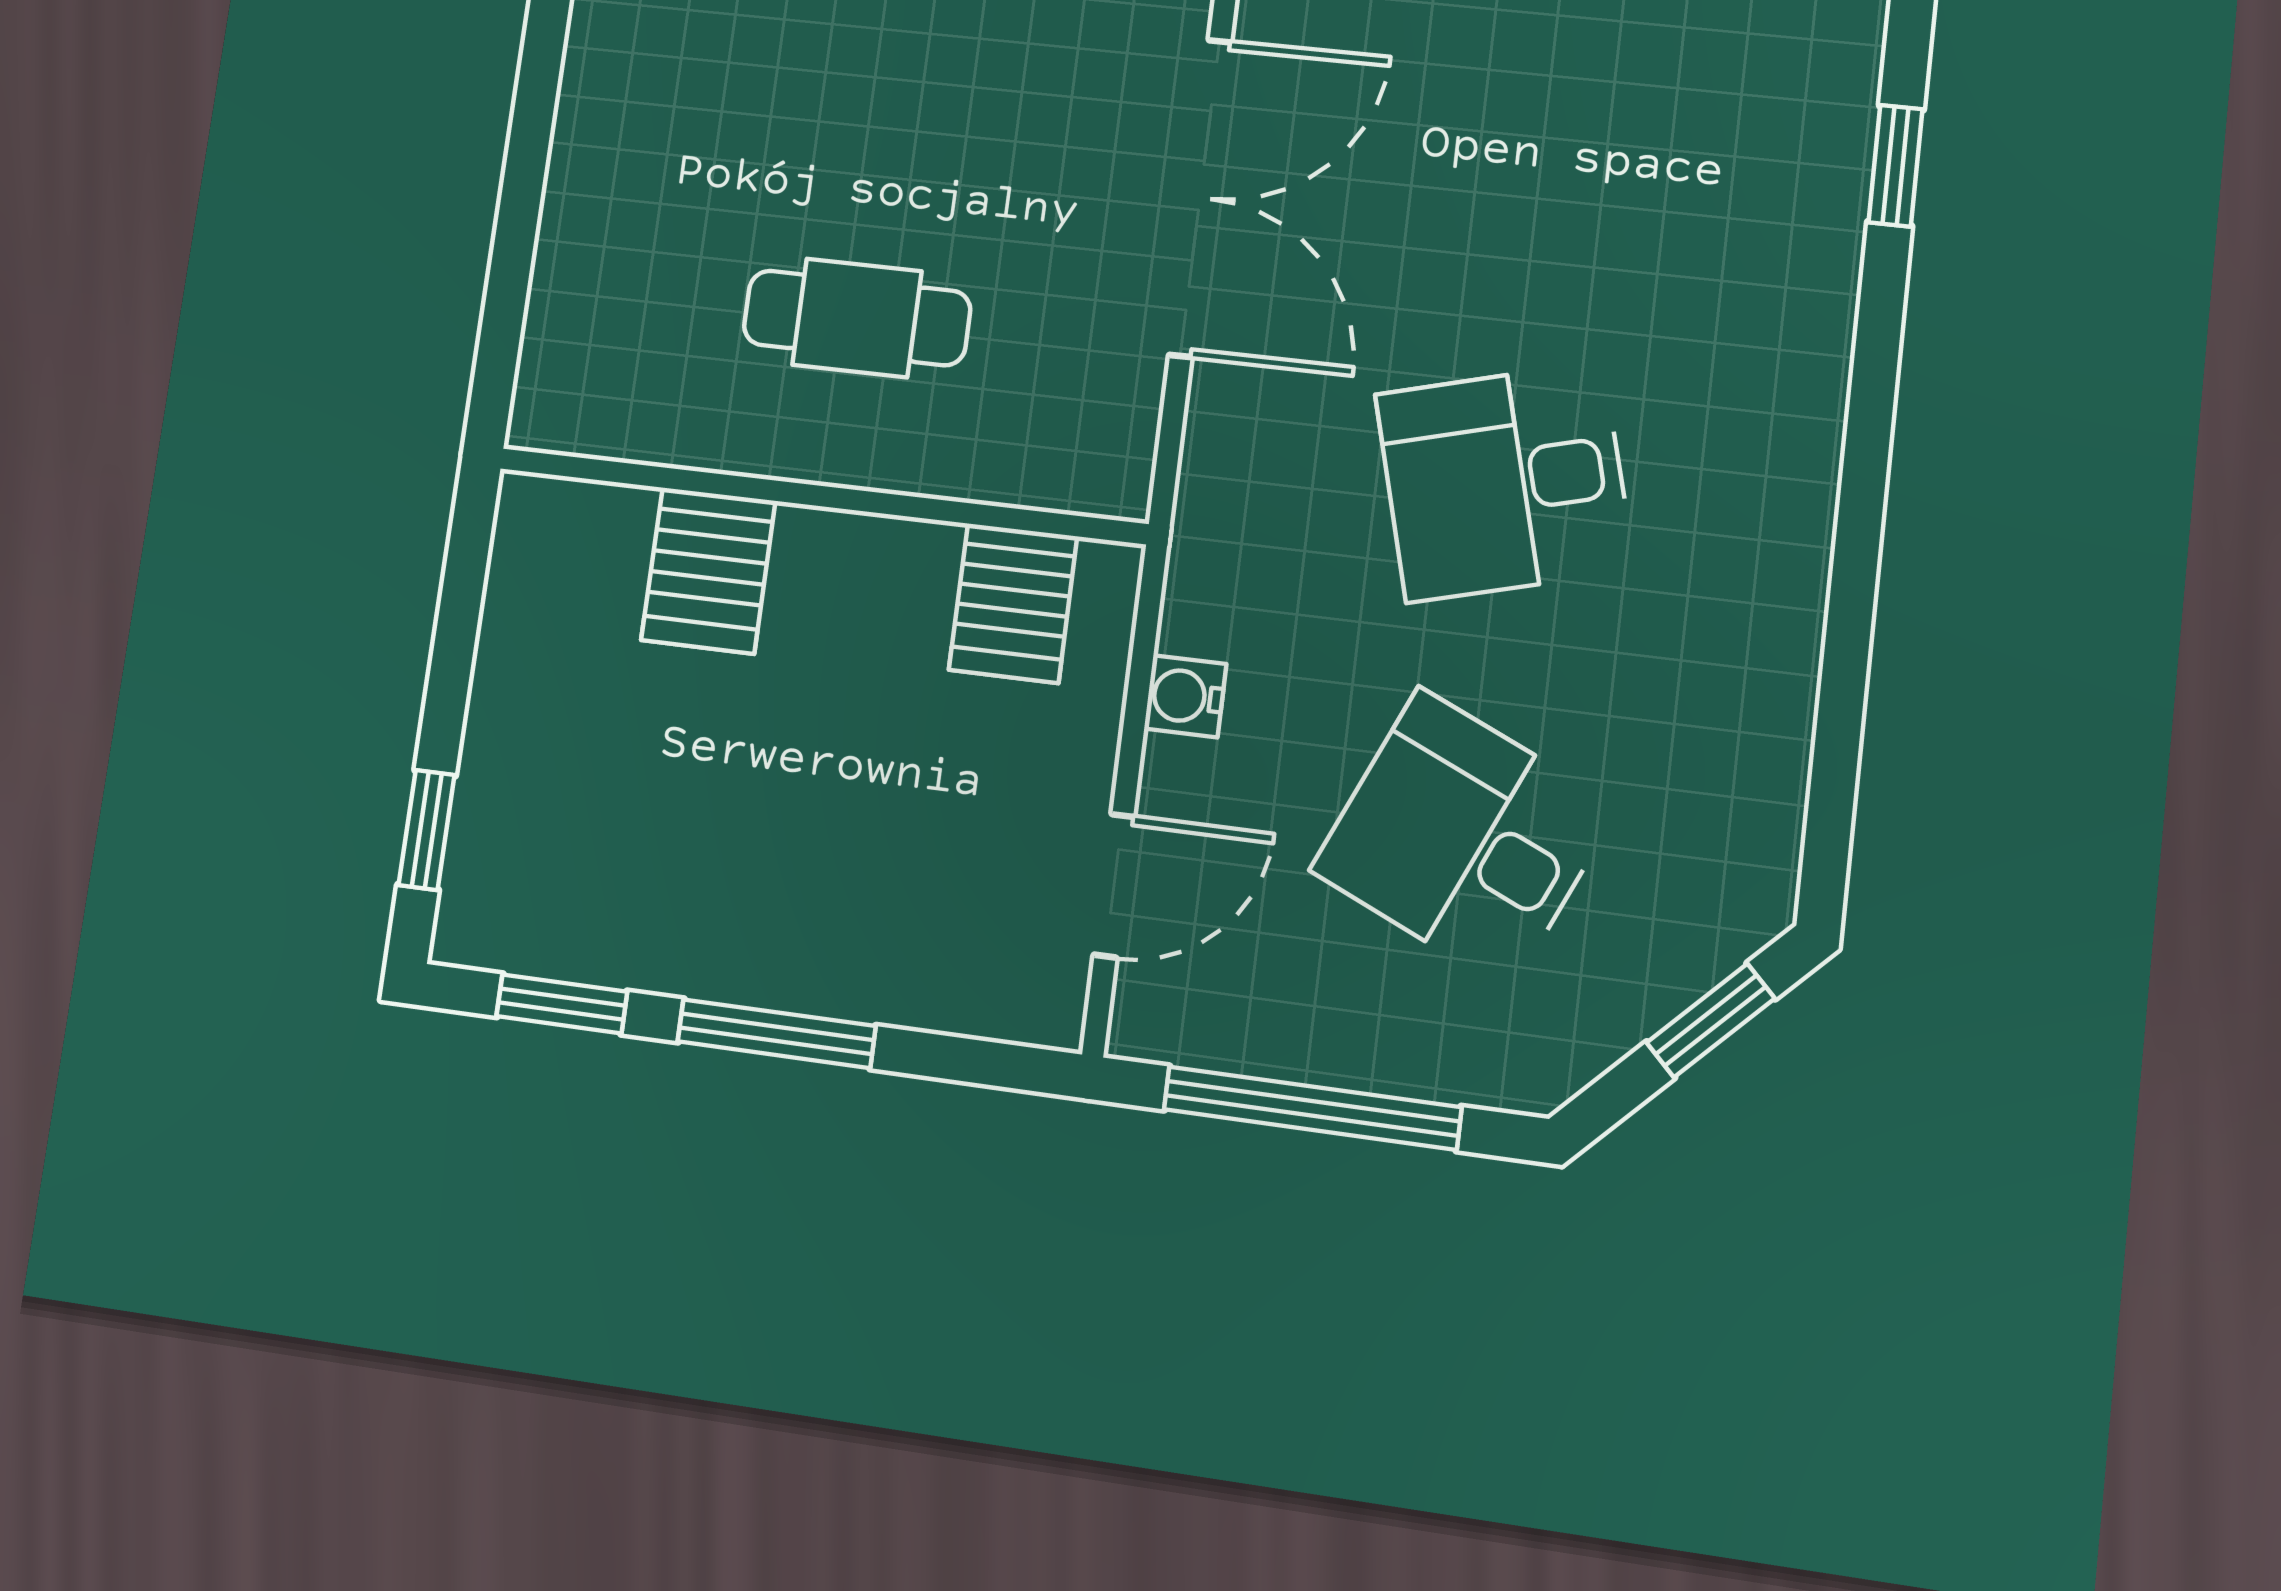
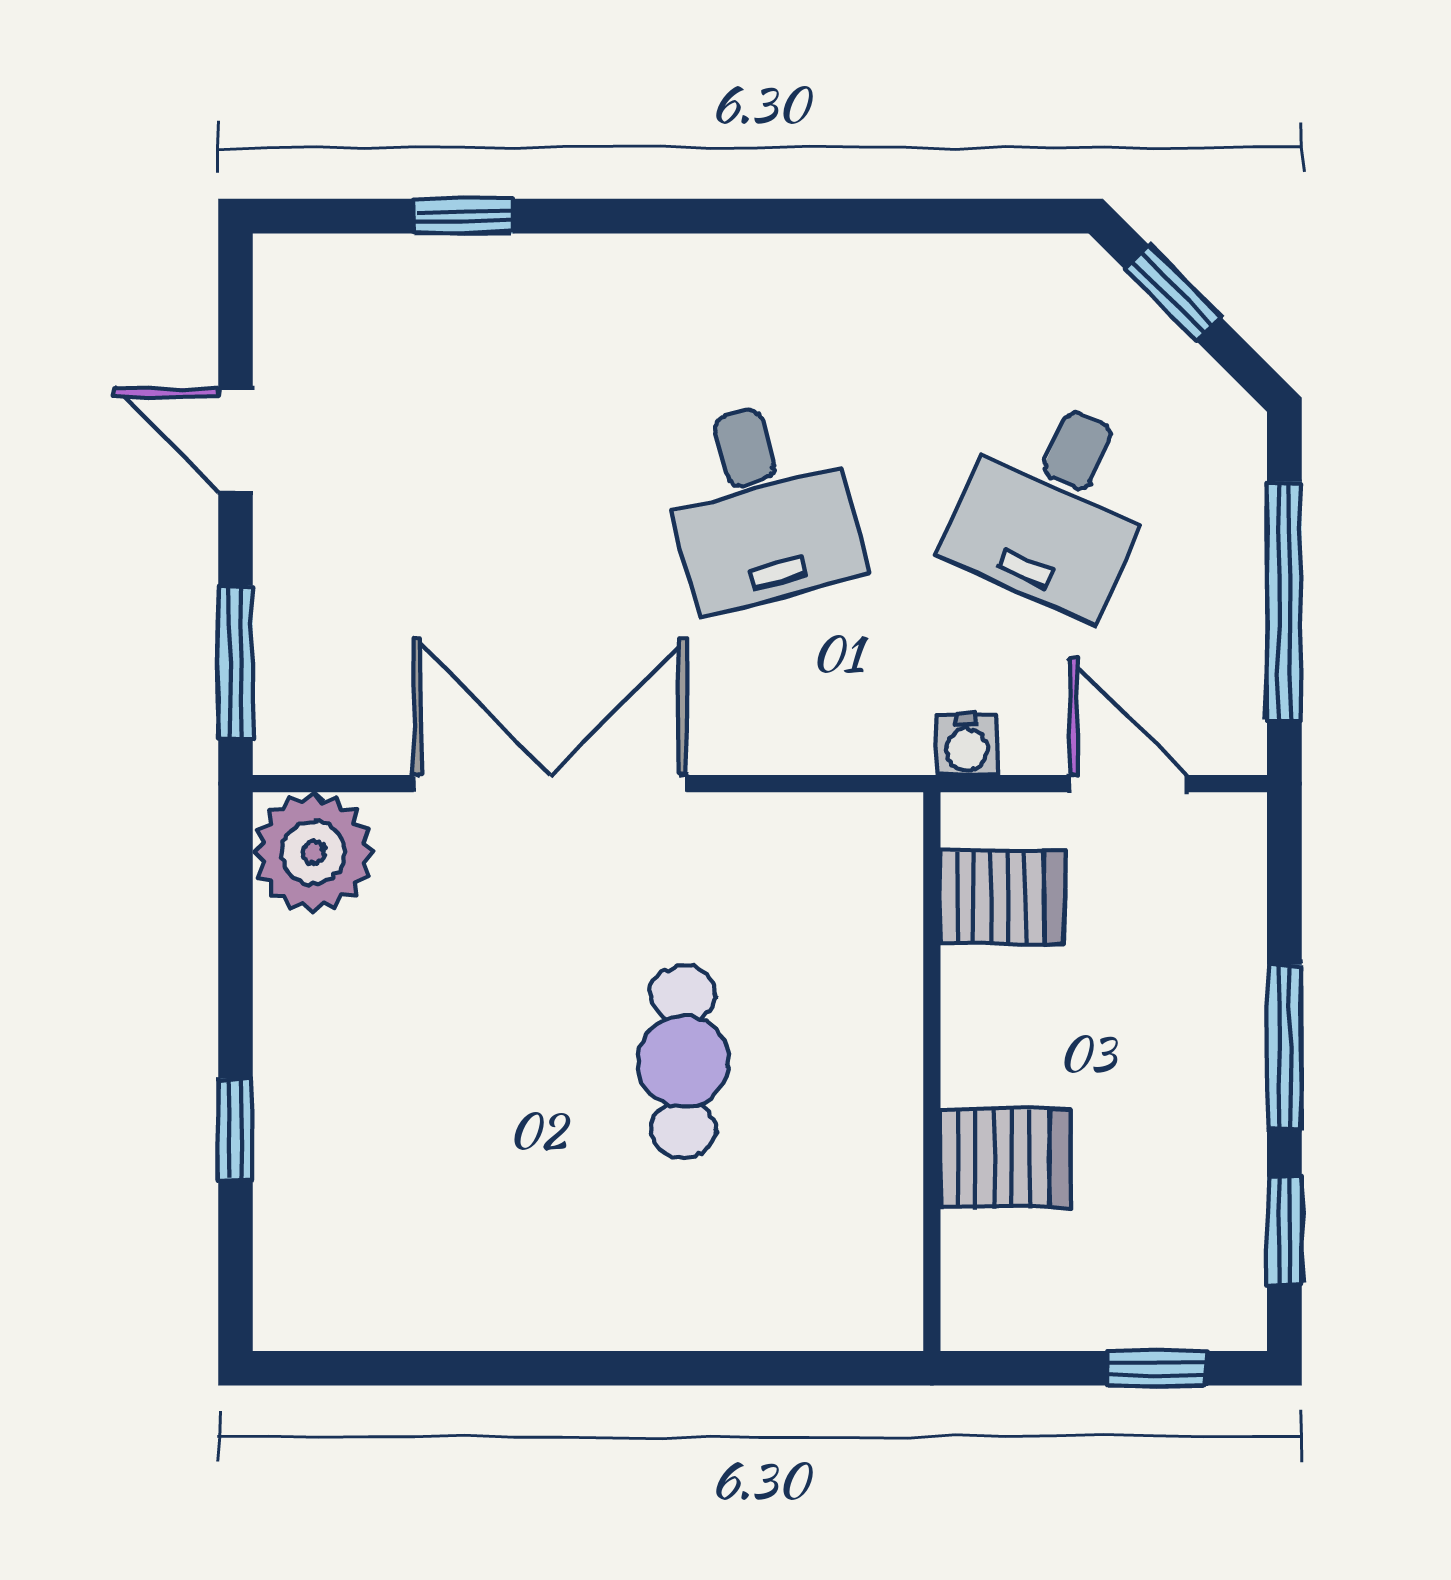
wall: (821, 496) -> (932, 1072), moved
server rack: (708, 571) -> (1006, 1159), moved
server rack: (1013, 603) -> (1002, 897), moved

